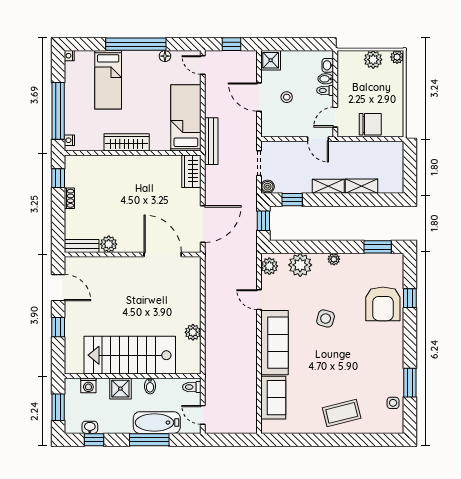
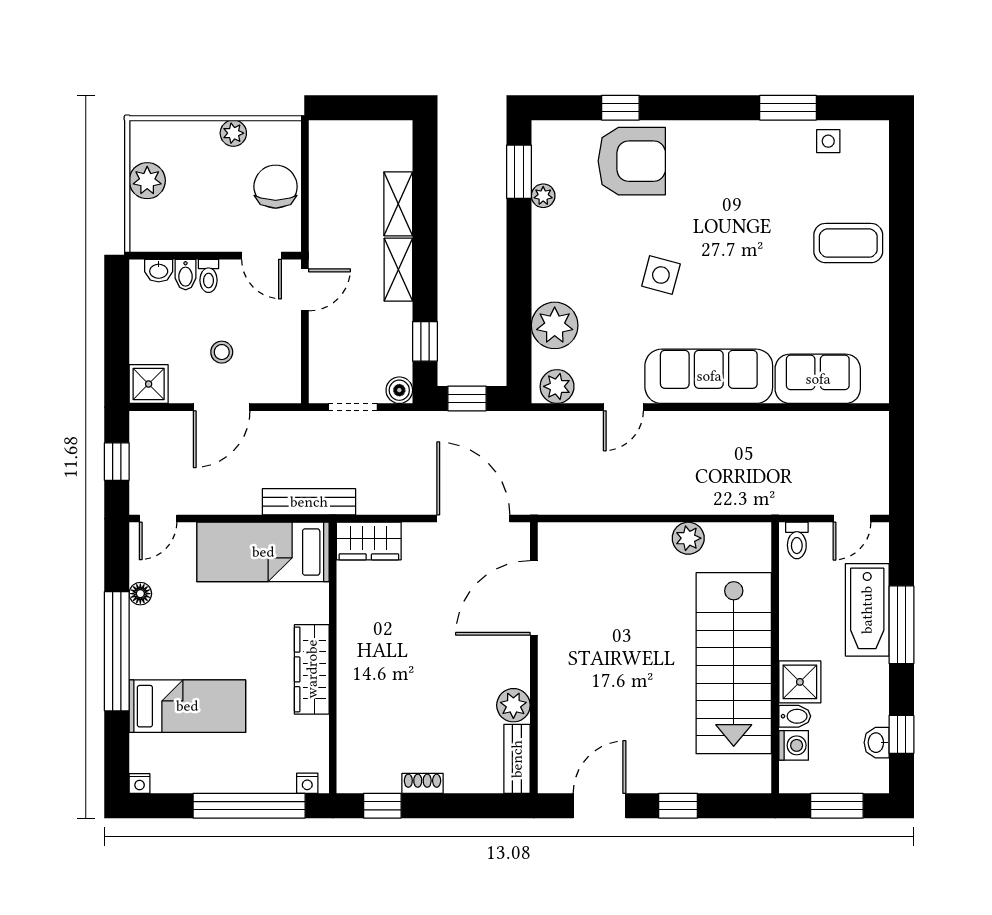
plant: (397, 57) -> (233, 133), moved
plant: (334, 259) -> (543, 196), moved
bidet: (150, 386) -> (795, 716), moved
coffee table: (342, 413) -> (848, 243), turned -76

